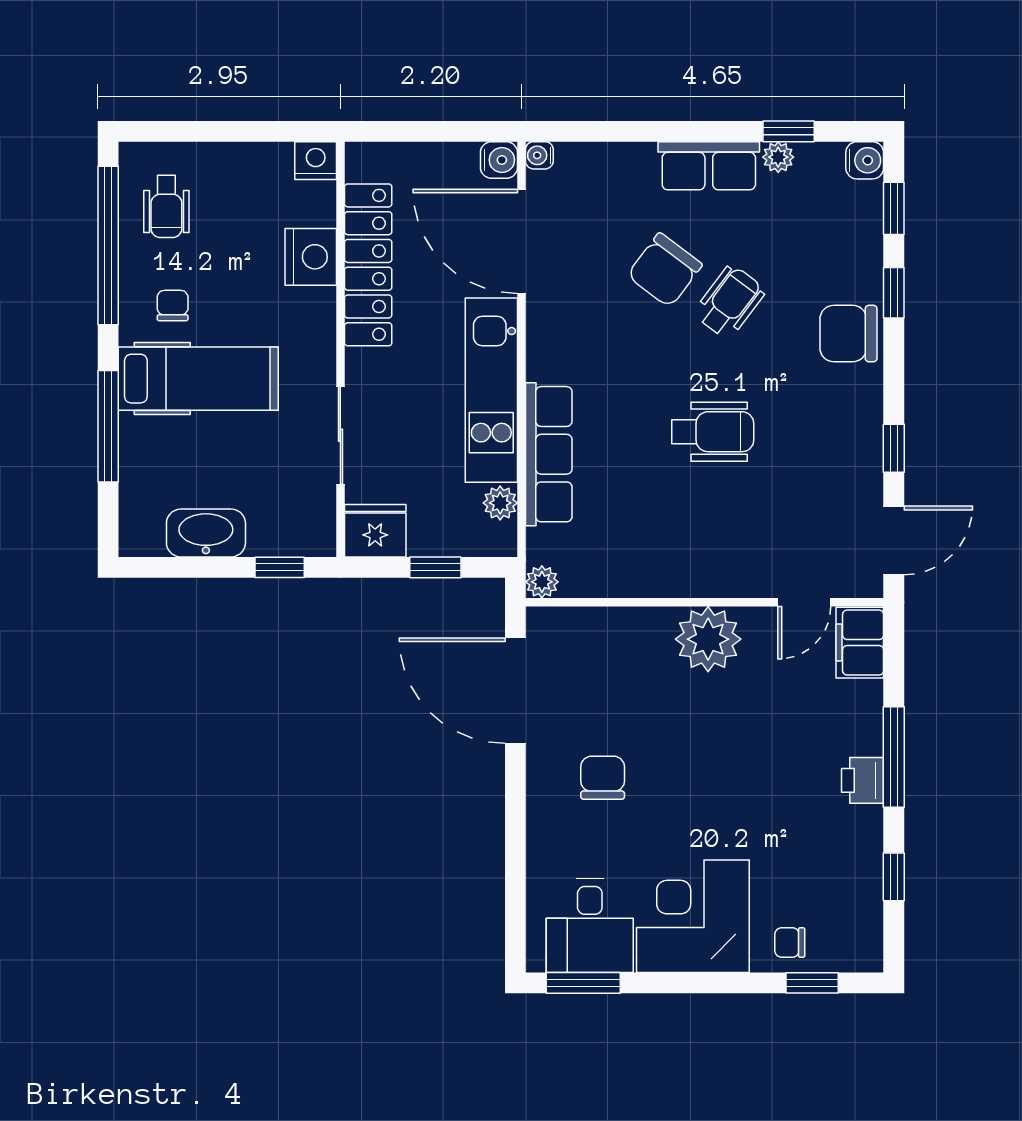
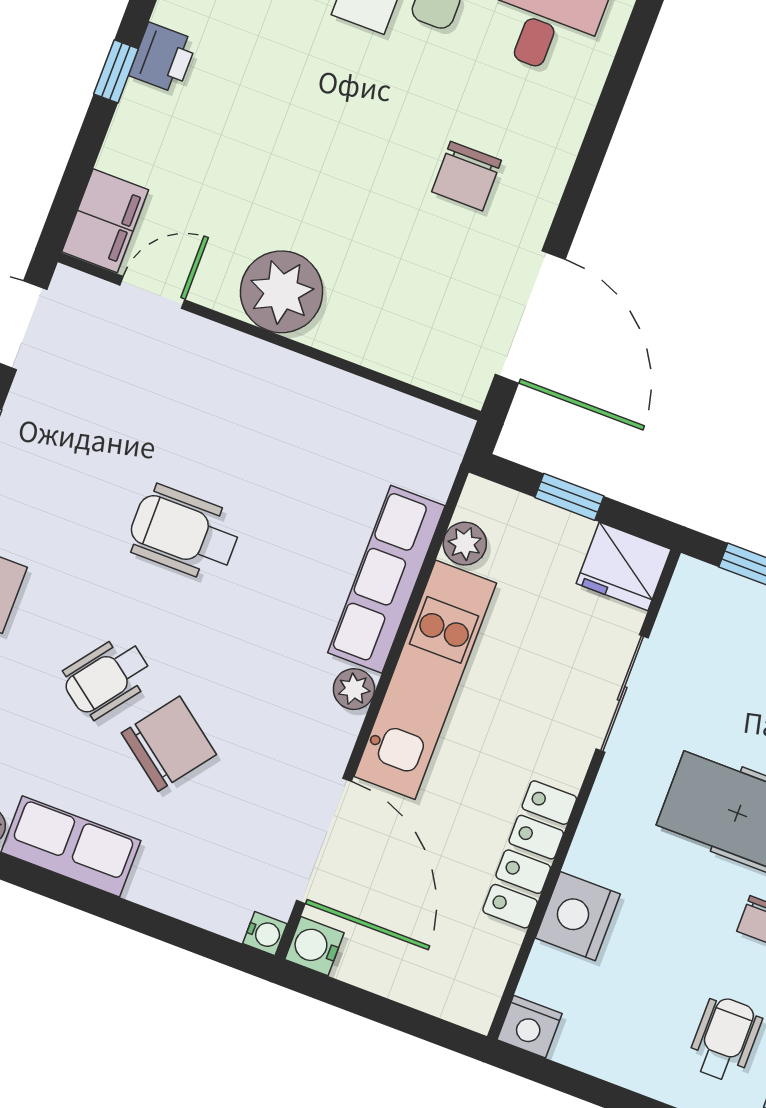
locker: (368, 265) -> (530, 854), width x0.71, depth x0.83
plant: (542, 582) -> (354, 689), moved
window: (894, 757) -> (116, 71), width x0.46

